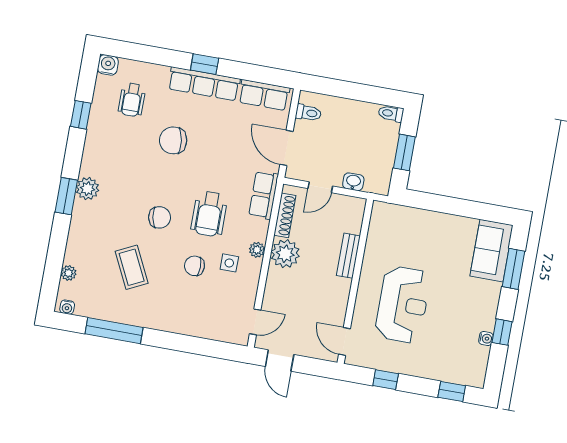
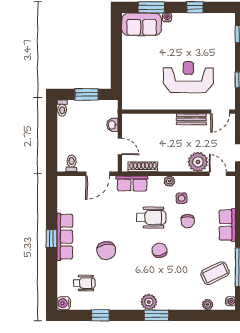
row of seats: (264, 95) -> (227, 225), moved, turned 180
plant: (285, 254) -> (198, 162), moved
bench: (348, 256) -> (191, 119), moved
coffee table: (132, 267) -> (215, 273), moved
water cooler: (486, 338) -> (167, 17), moved

